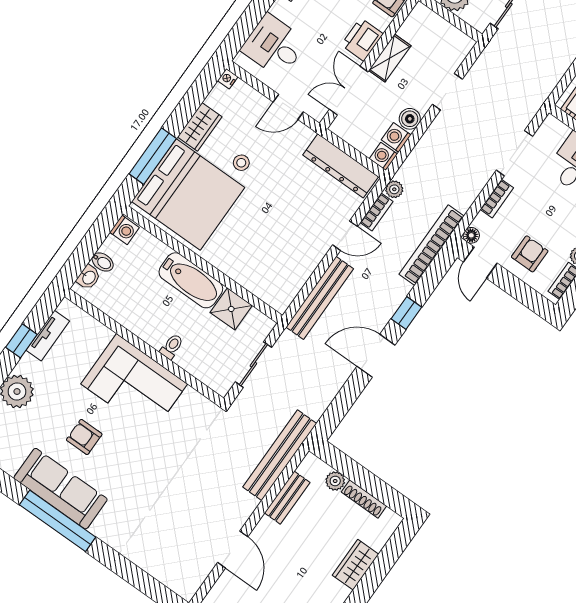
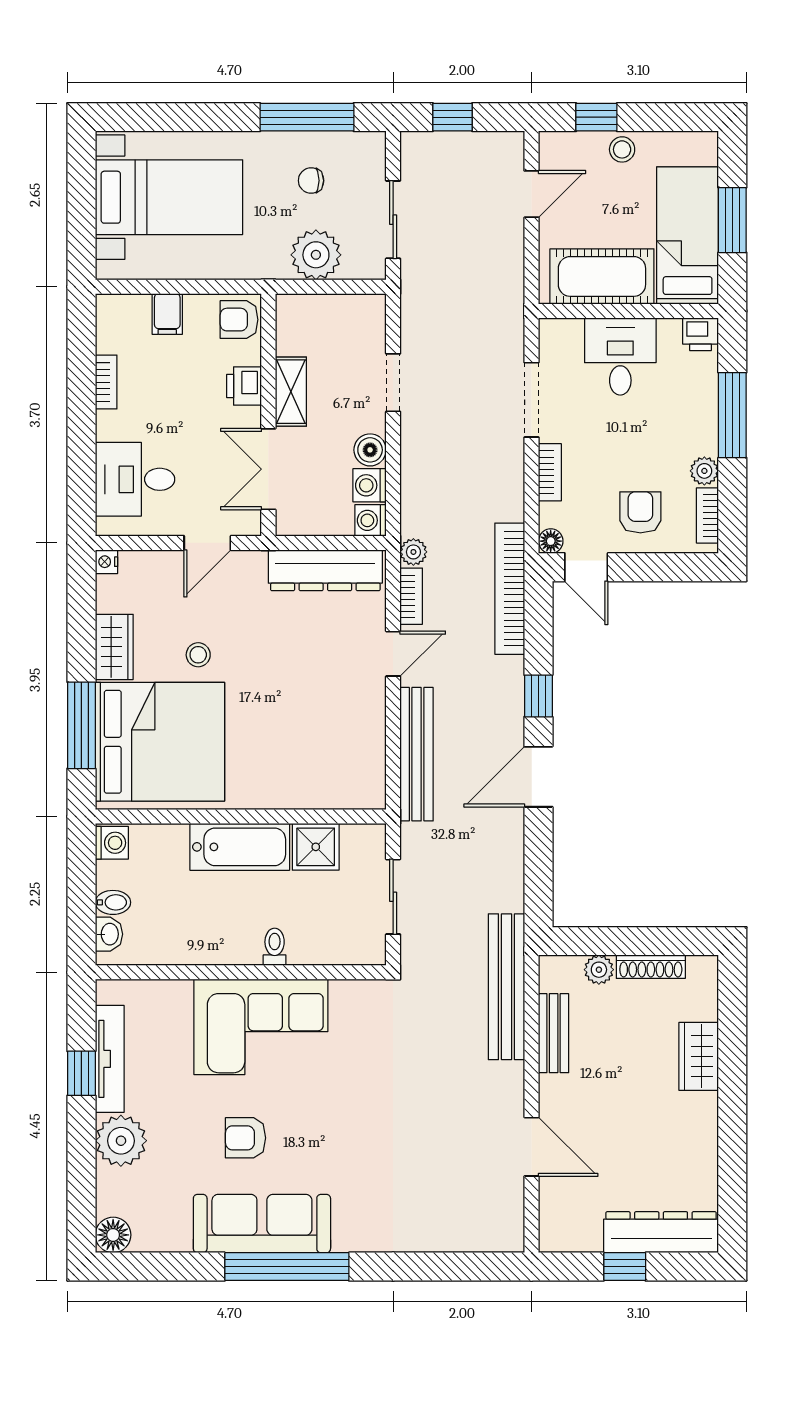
printer: (362, 39) -> (244, 386), width x0.73, depth x0.81
tv unit: (48, 336) -> (110, 1059), width x1.41

